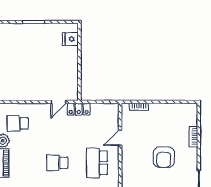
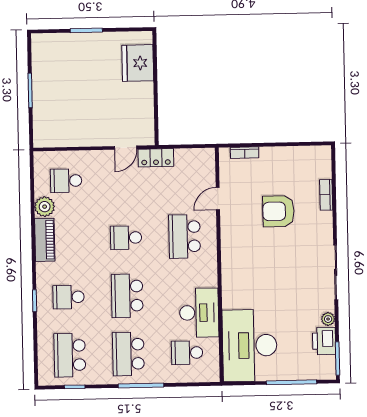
fridge: (70, 39) -> (138, 63), width x1.88, depth x1.34
armchair: (164, 157) -> (279, 211), moved, turned 88

